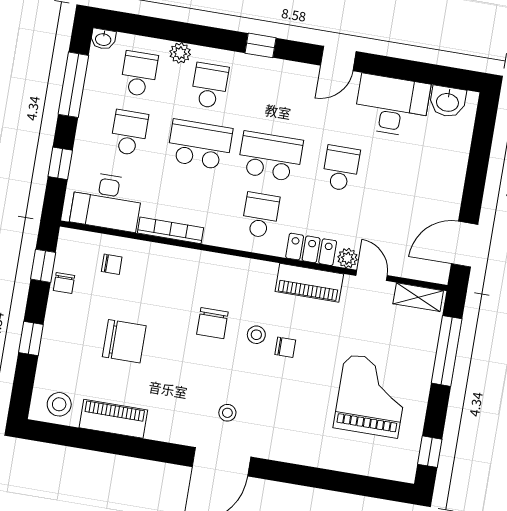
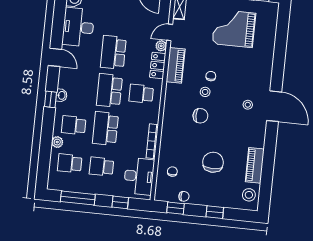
washbasin: (103, 39) -> (61, 95), moved
school desk: (341, 168) -> (113, 52), width x1.85

